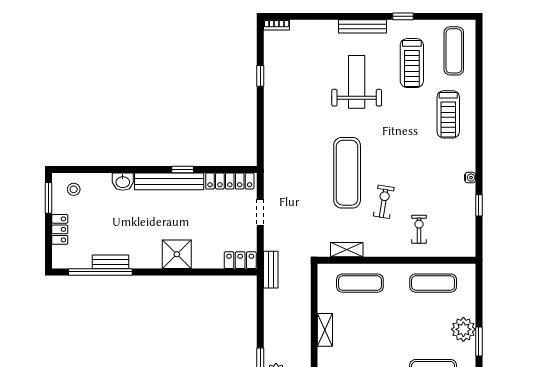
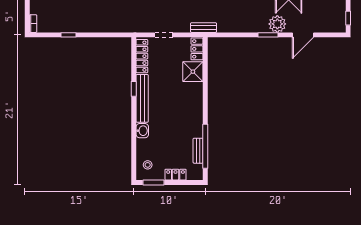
shower: (177, 254) -> (193, 72), moved
bench: (110, 262) -> (198, 151), moved

